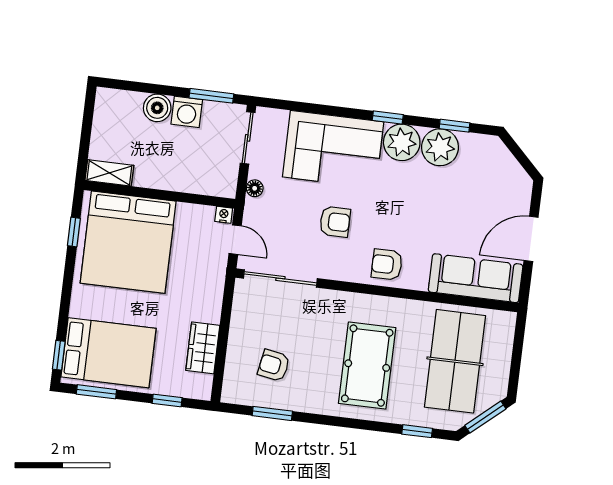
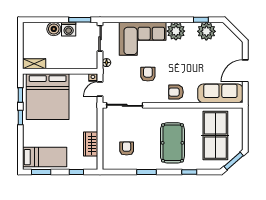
window: (388, 117) -> (168, 20), removed
plant: (440, 147) -> (206, 31), moved
armchair: (335, 222) -> (148, 74), turned -90
door: (235, 240) -> (100, 89), swing flipped
bed: (108, 353) -> (45, 157), width x0.67
window: (59, 355) -> (20, 118), moved
armchair: (274, 365) -> (127, 148), turned 80
window: (272, 413) -> (146, 172), moved
window: (417, 431) -> (189, 172), moved

